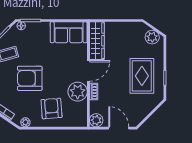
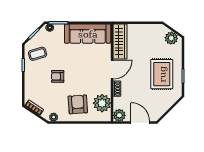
sofa: (69, 32) -> (88, 34), width x1.36
armchair: (30, 78) -> (58, 76), width x0.53, depth x0.53
plant: (78, 92) -> (102, 103), moved

